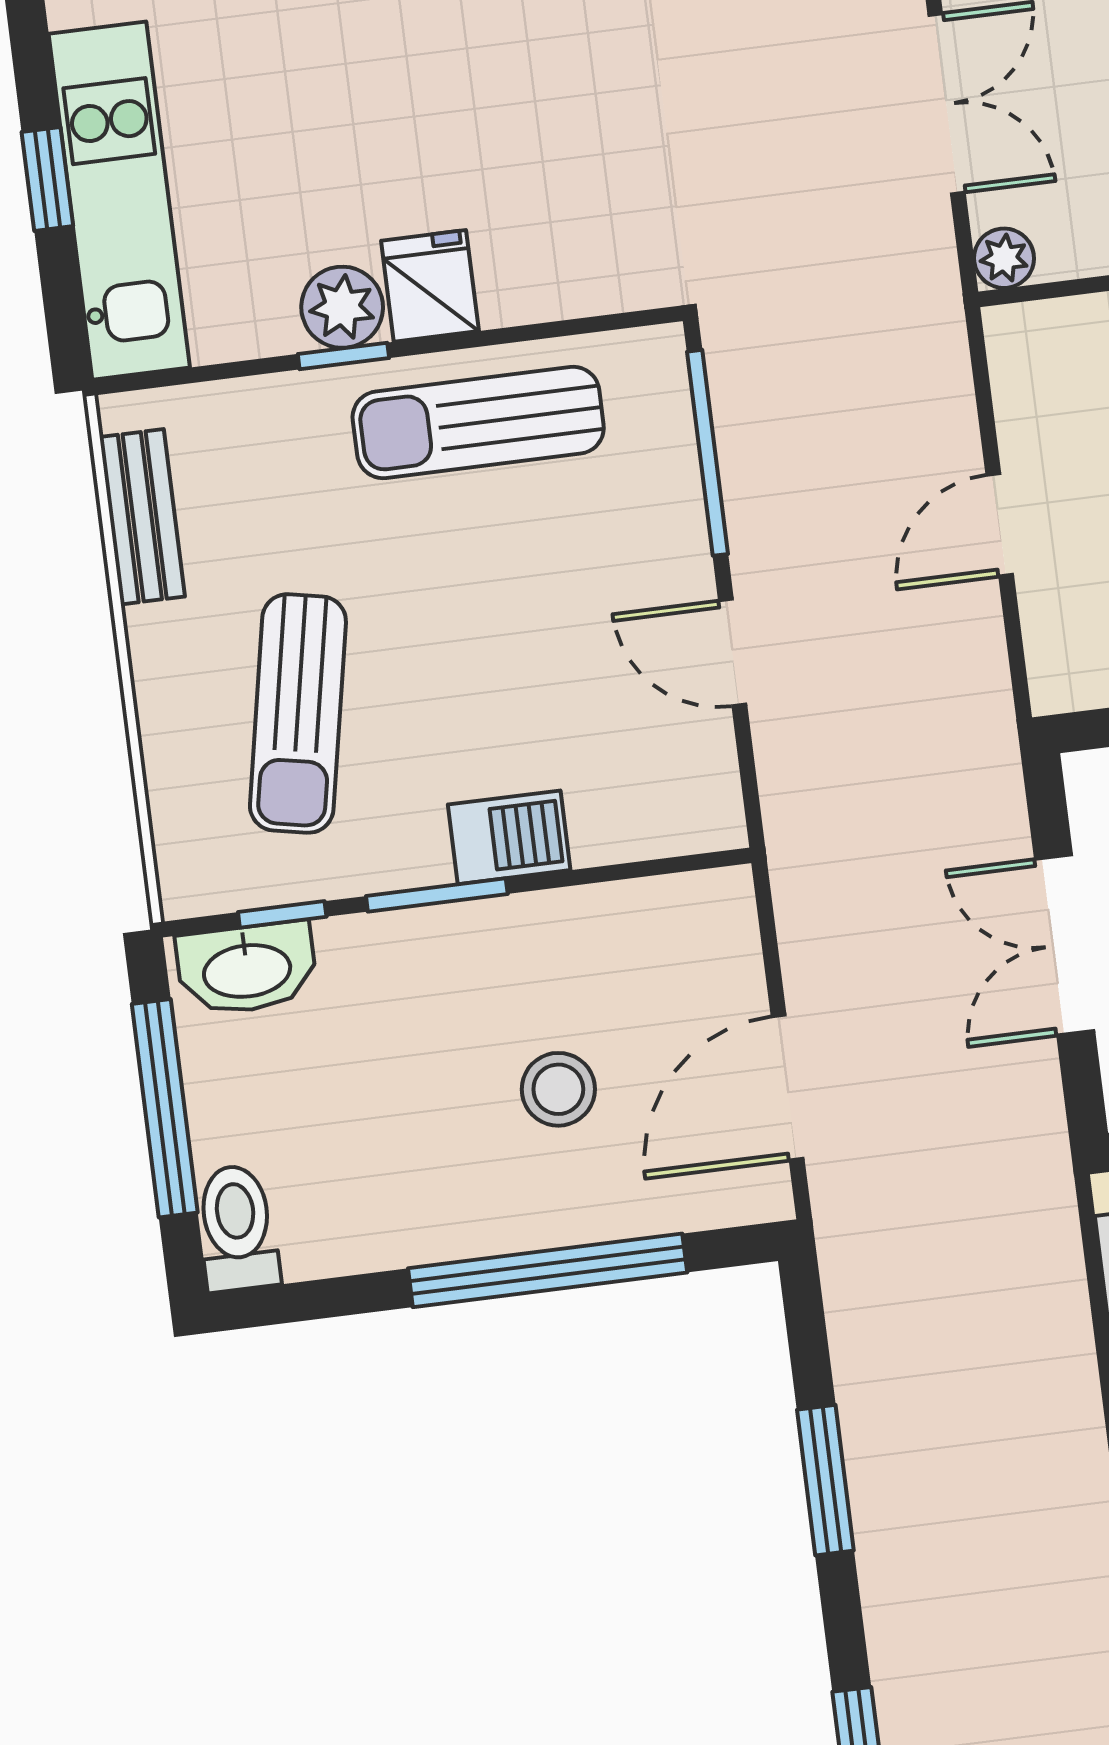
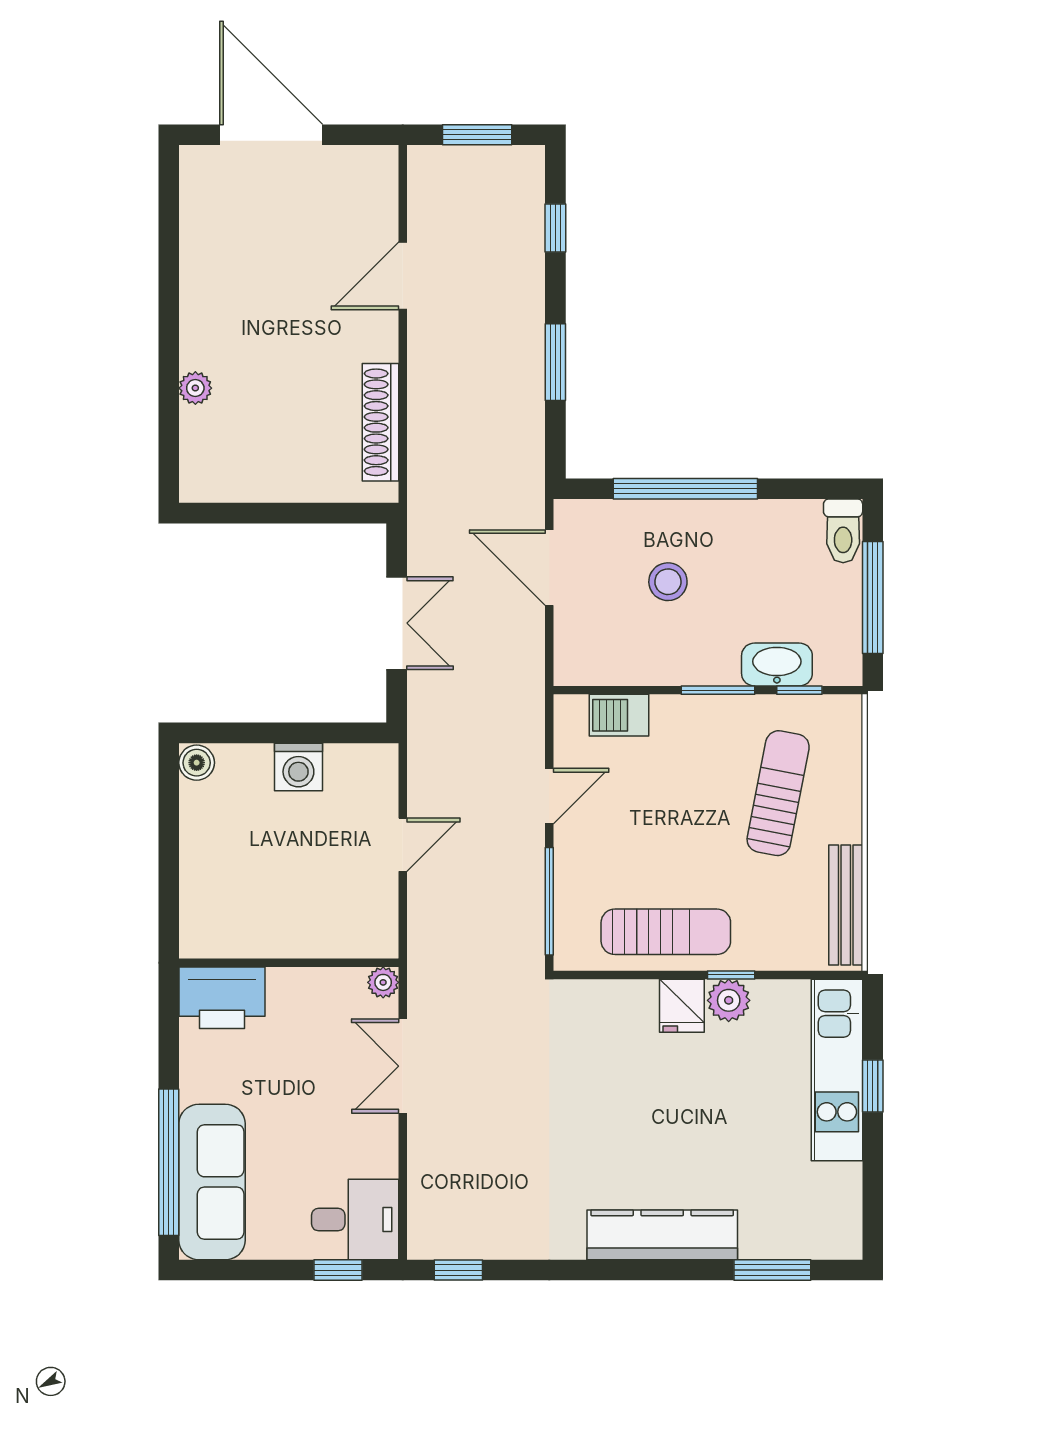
bench: (142, 517) -> (846, 905), width x1.36
door: (733, 653) -> (549, 796), hinge flipped
barbecue: (509, 837) -> (619, 715), moved
washbasin: (247, 969) -> (777, 665), moved
door: (788, 1088) -> (549, 568), swing flipped

